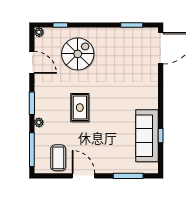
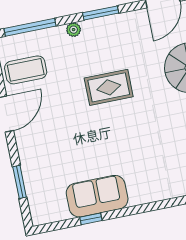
sofa: (147, 136) -> (97, 196), width x0.73
window: (128, 176) -> (20, 182), width x0.69

